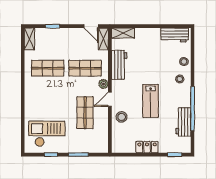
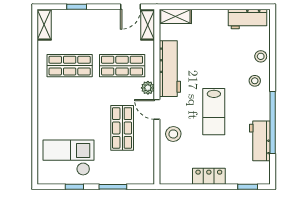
door: (91, 26) -> (131, 7), hinge flipped
workbench: (119, 65) -> (170, 69), width x1.38
door: (110, 99) -> (157, 109), hinge flipped

